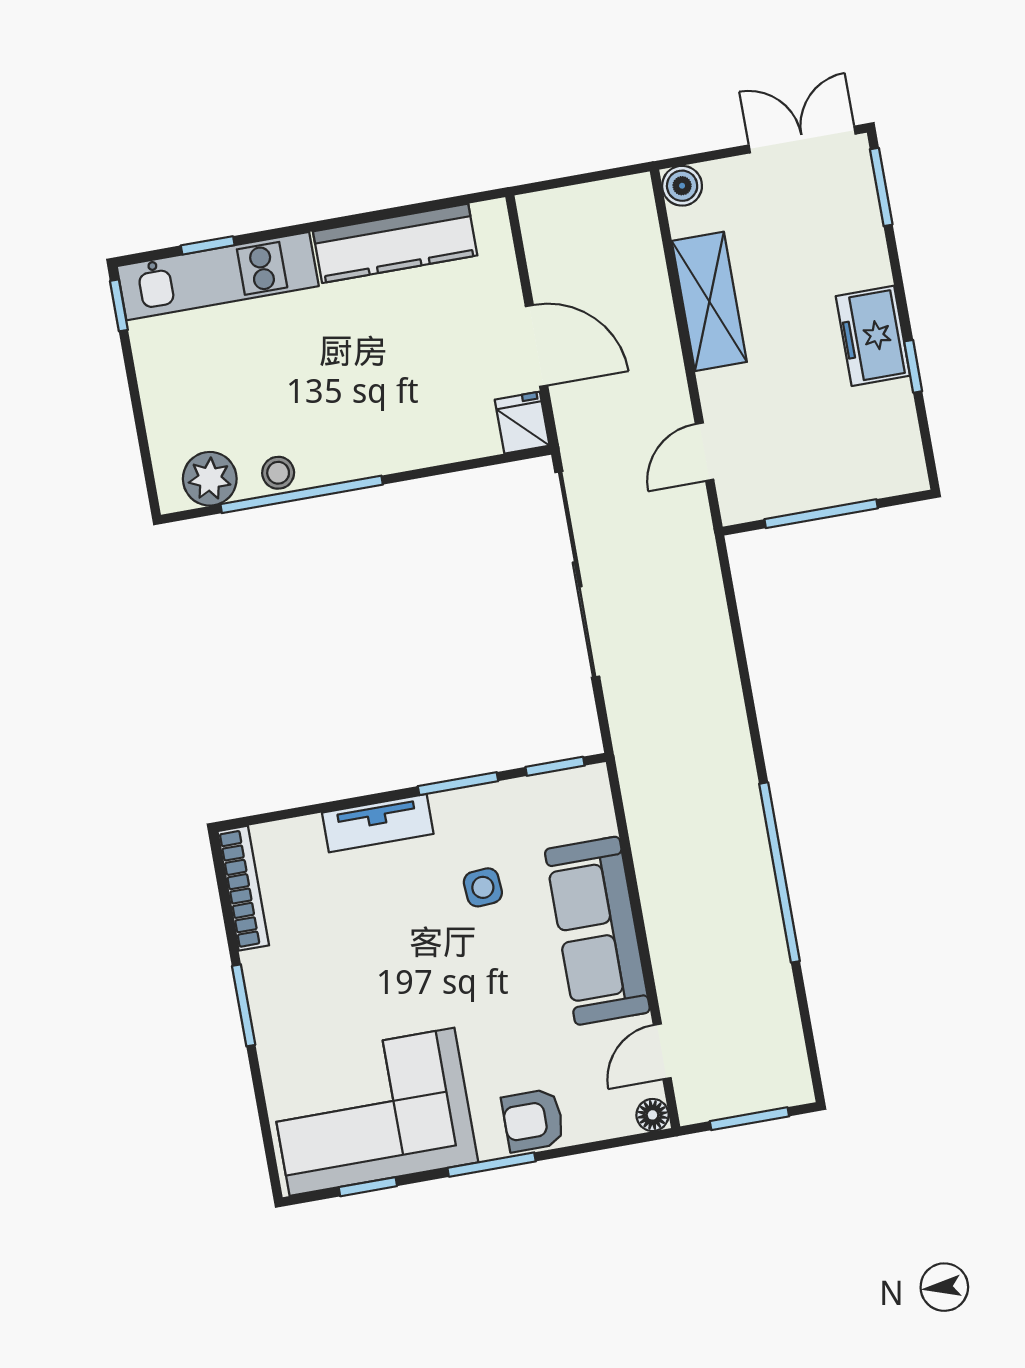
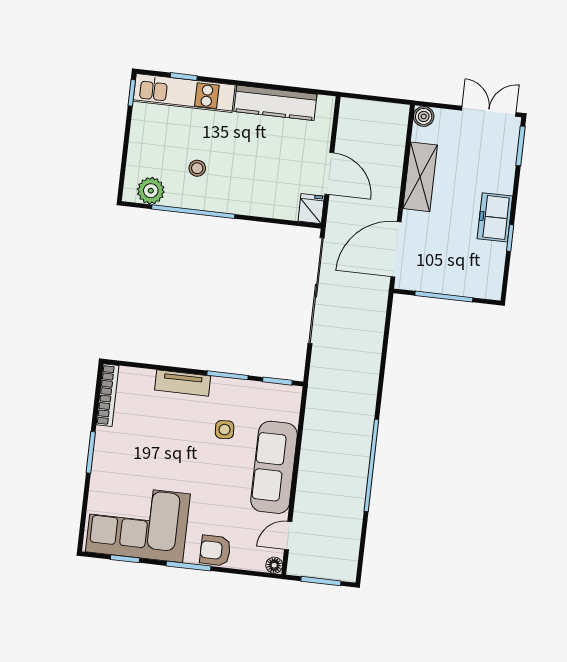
door: (705, 452) -> (396, 249), width x1.87
stool: (278, 473) -> (197, 168), moved

